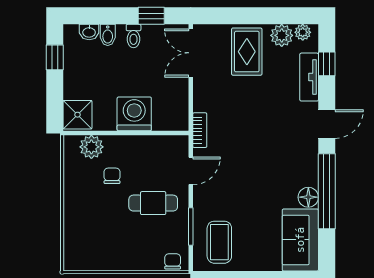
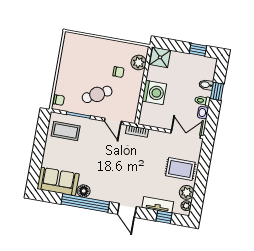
window: (151, 16) -> (217, 91), moved
washbasin: (89, 32) -> (203, 113), moved
cafe table: (153, 203) -> (97, 94), turned 62

